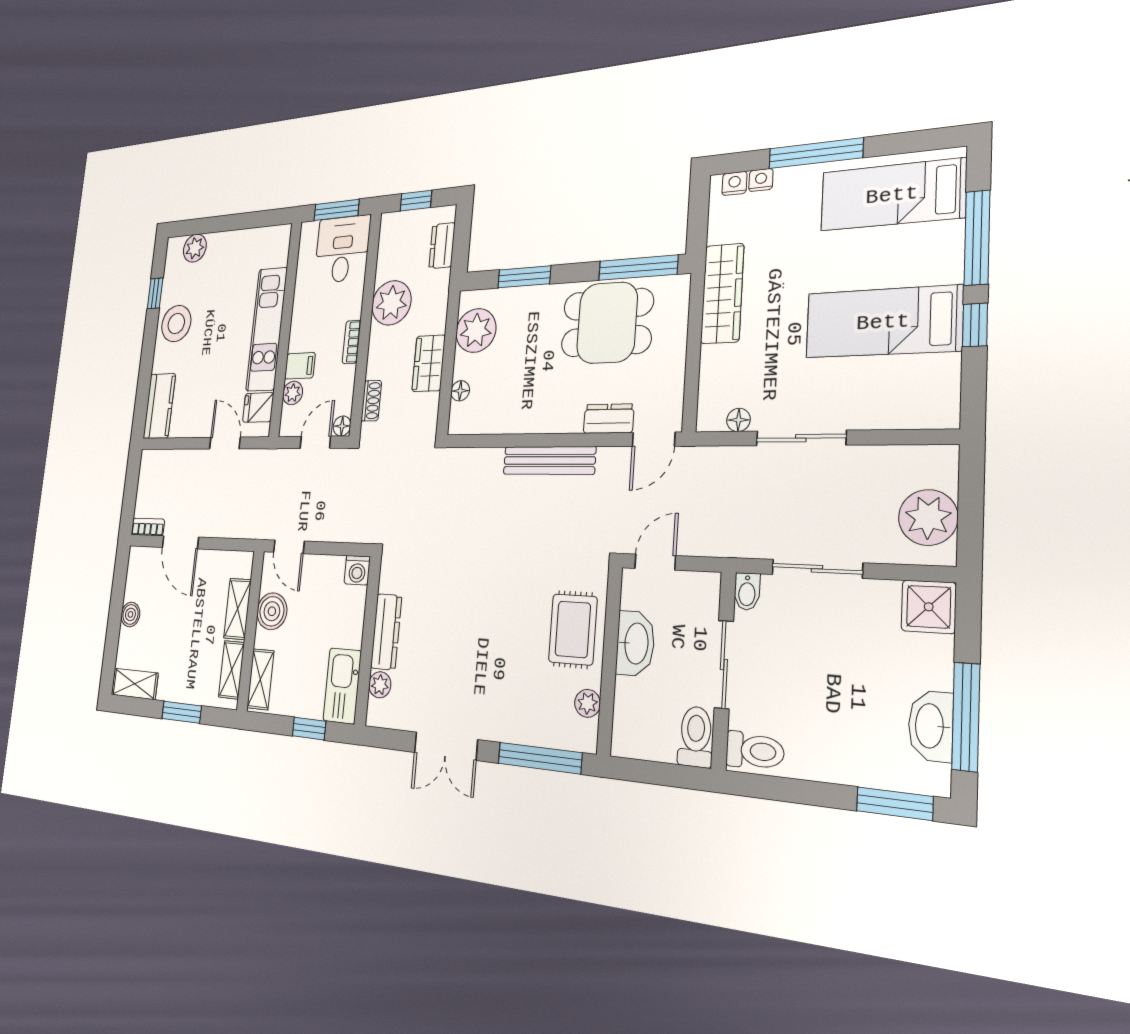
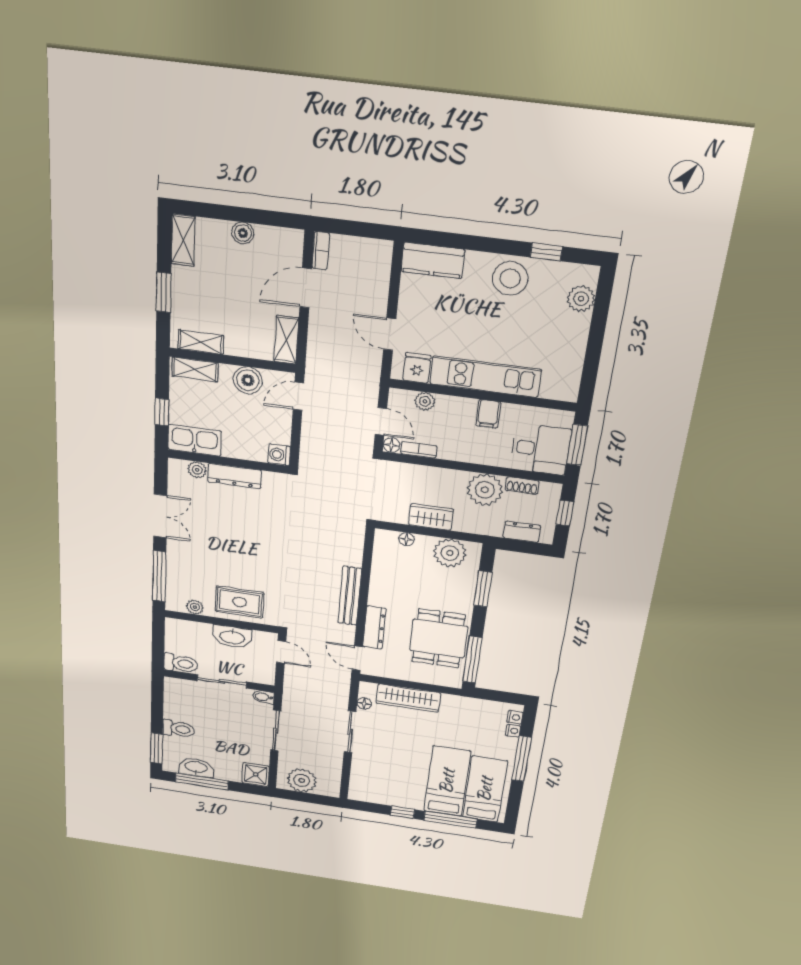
wardrobe: (722, 294) -> (408, 698), moved
bed: (883, 322) -> (447, 781), moved
bookcase: (352, 342) -> (419, 450), moved
filing cabinet: (300, 366) -> (488, 414), moved
shoe rack: (371, 401) -> (522, 486), moved
dresser: (609, 419) -> (374, 628), width x1.44
door: (225, 443) -> (390, 334), swing flipped
shelving: (238, 609) -> (286, 340), moved, turned 90
double door: (446, 746) -> (160, 516), swing flipped
toilet: (755, 751) -> (179, 729), moved, turned -90

